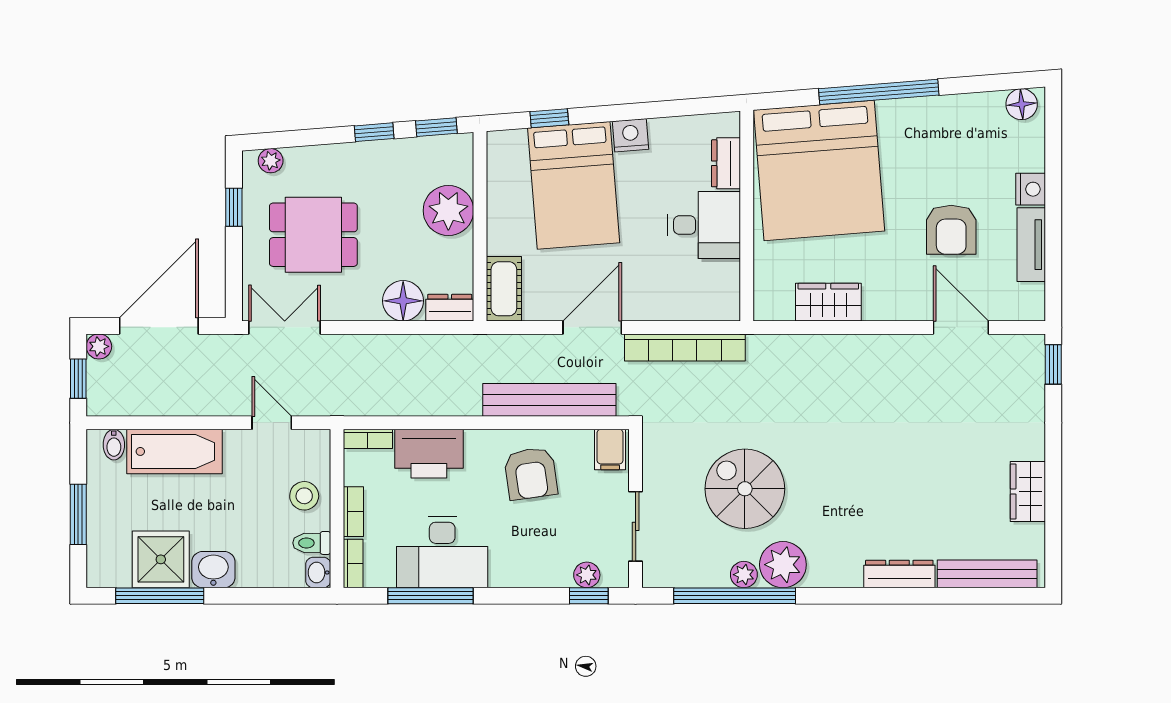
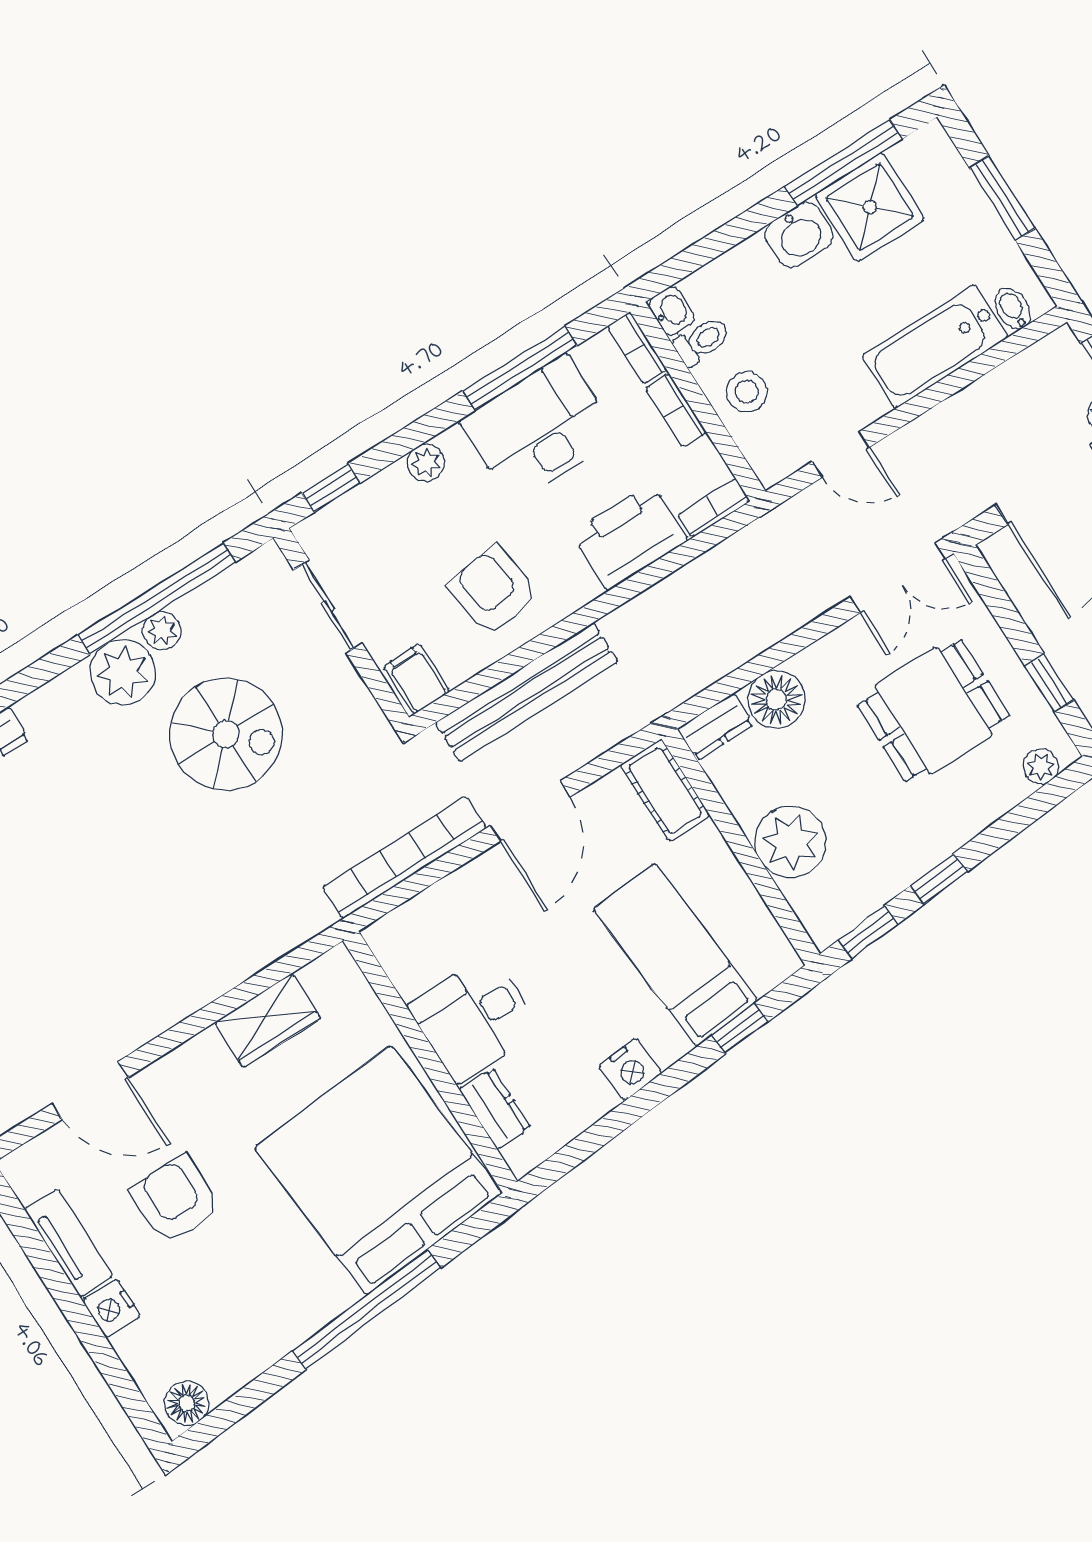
bed: (574, 185) -> (676, 955), width x0.67
plant: (587, 575) -> (426, 463), moved

